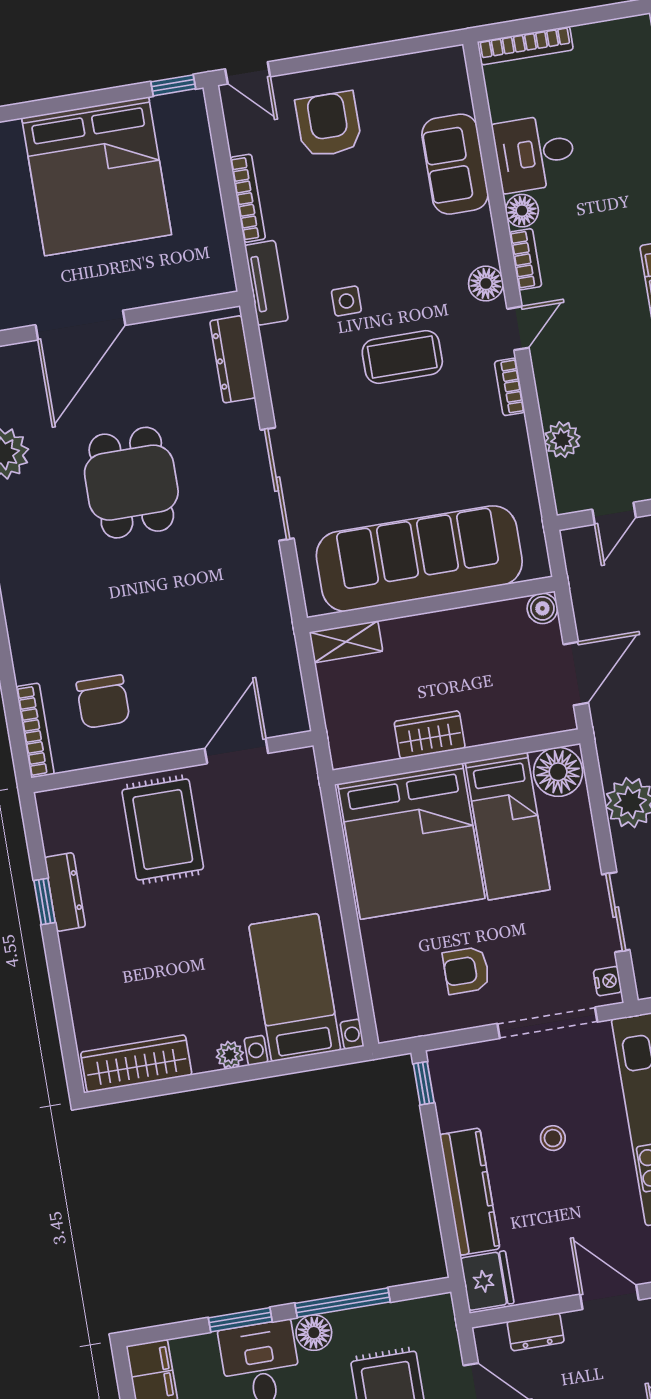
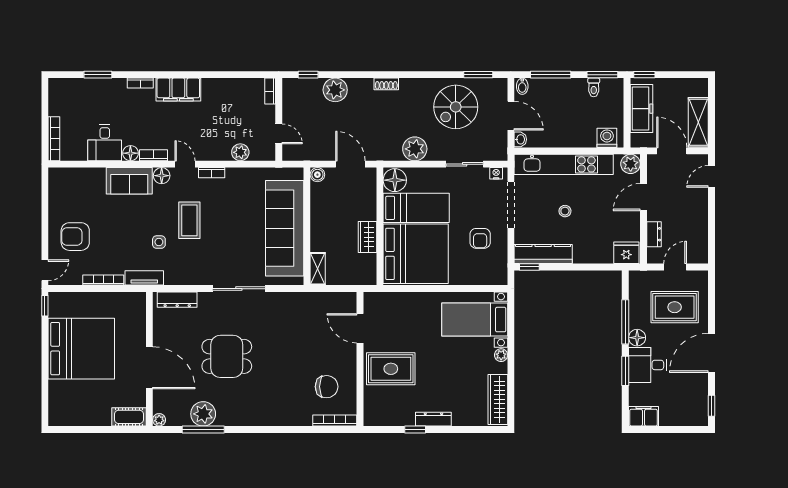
sofa: (455, 164) -> (129, 181), moved
dresser: (65, 892) -> (433, 419), moved
kitchen counter: (470, 1192) -> (543, 254), moved

